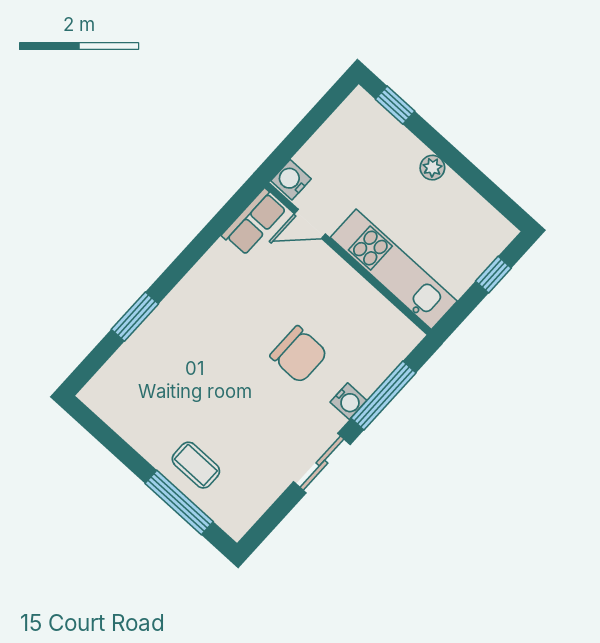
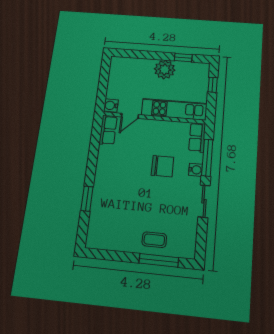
window: (395, 105) -> (183, 58), moved
plant: (432, 168) -> (165, 70), width x1.88, depth x1.88
row of seats: (394, 348) -> (197, 137), added

